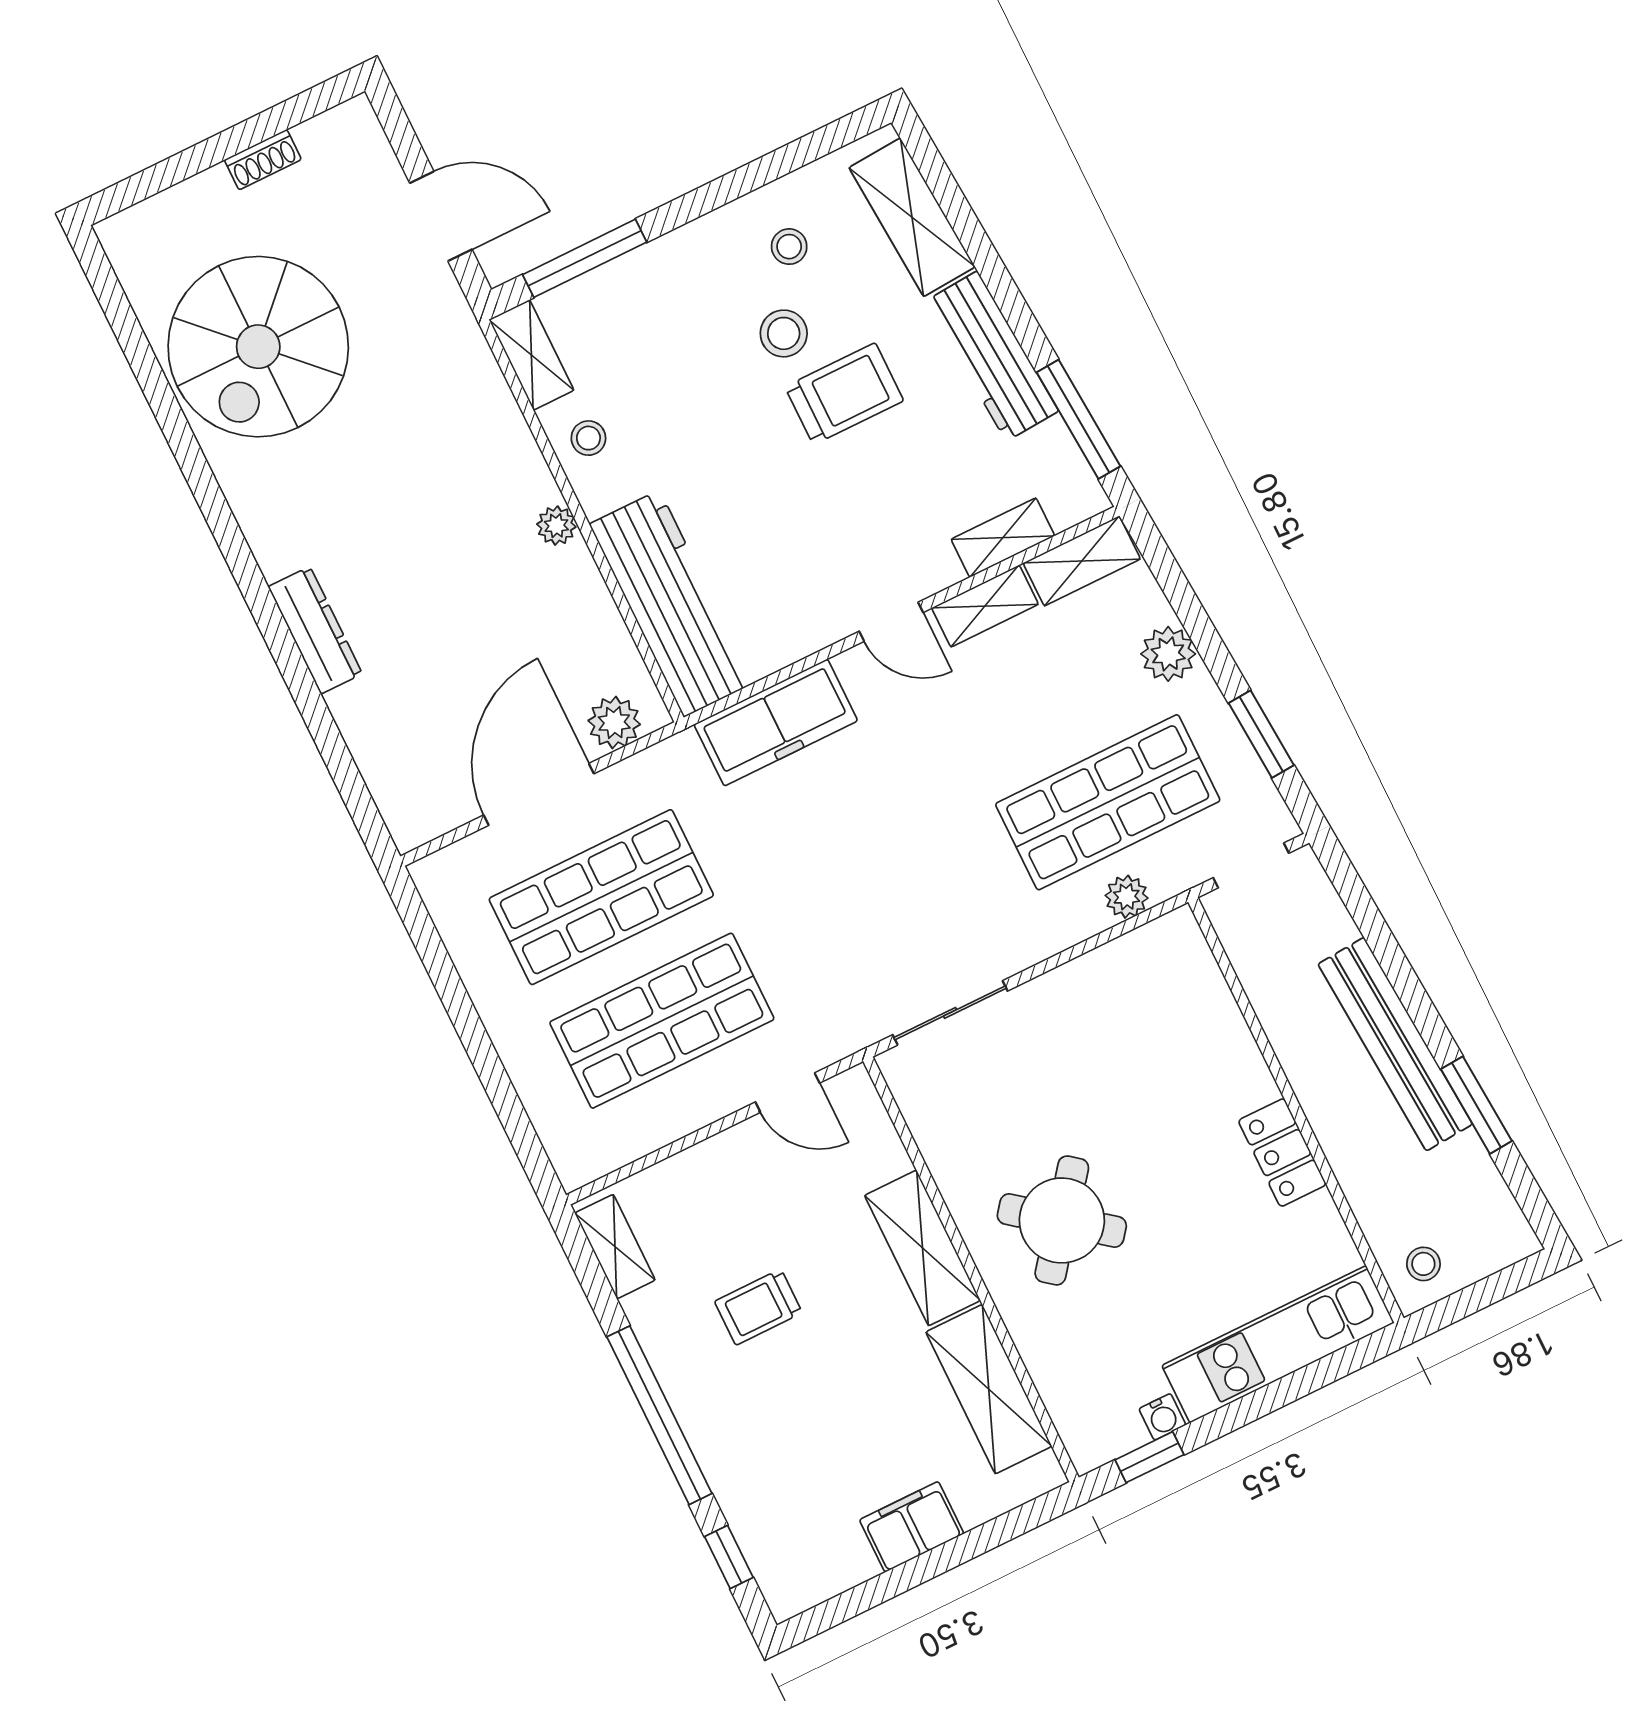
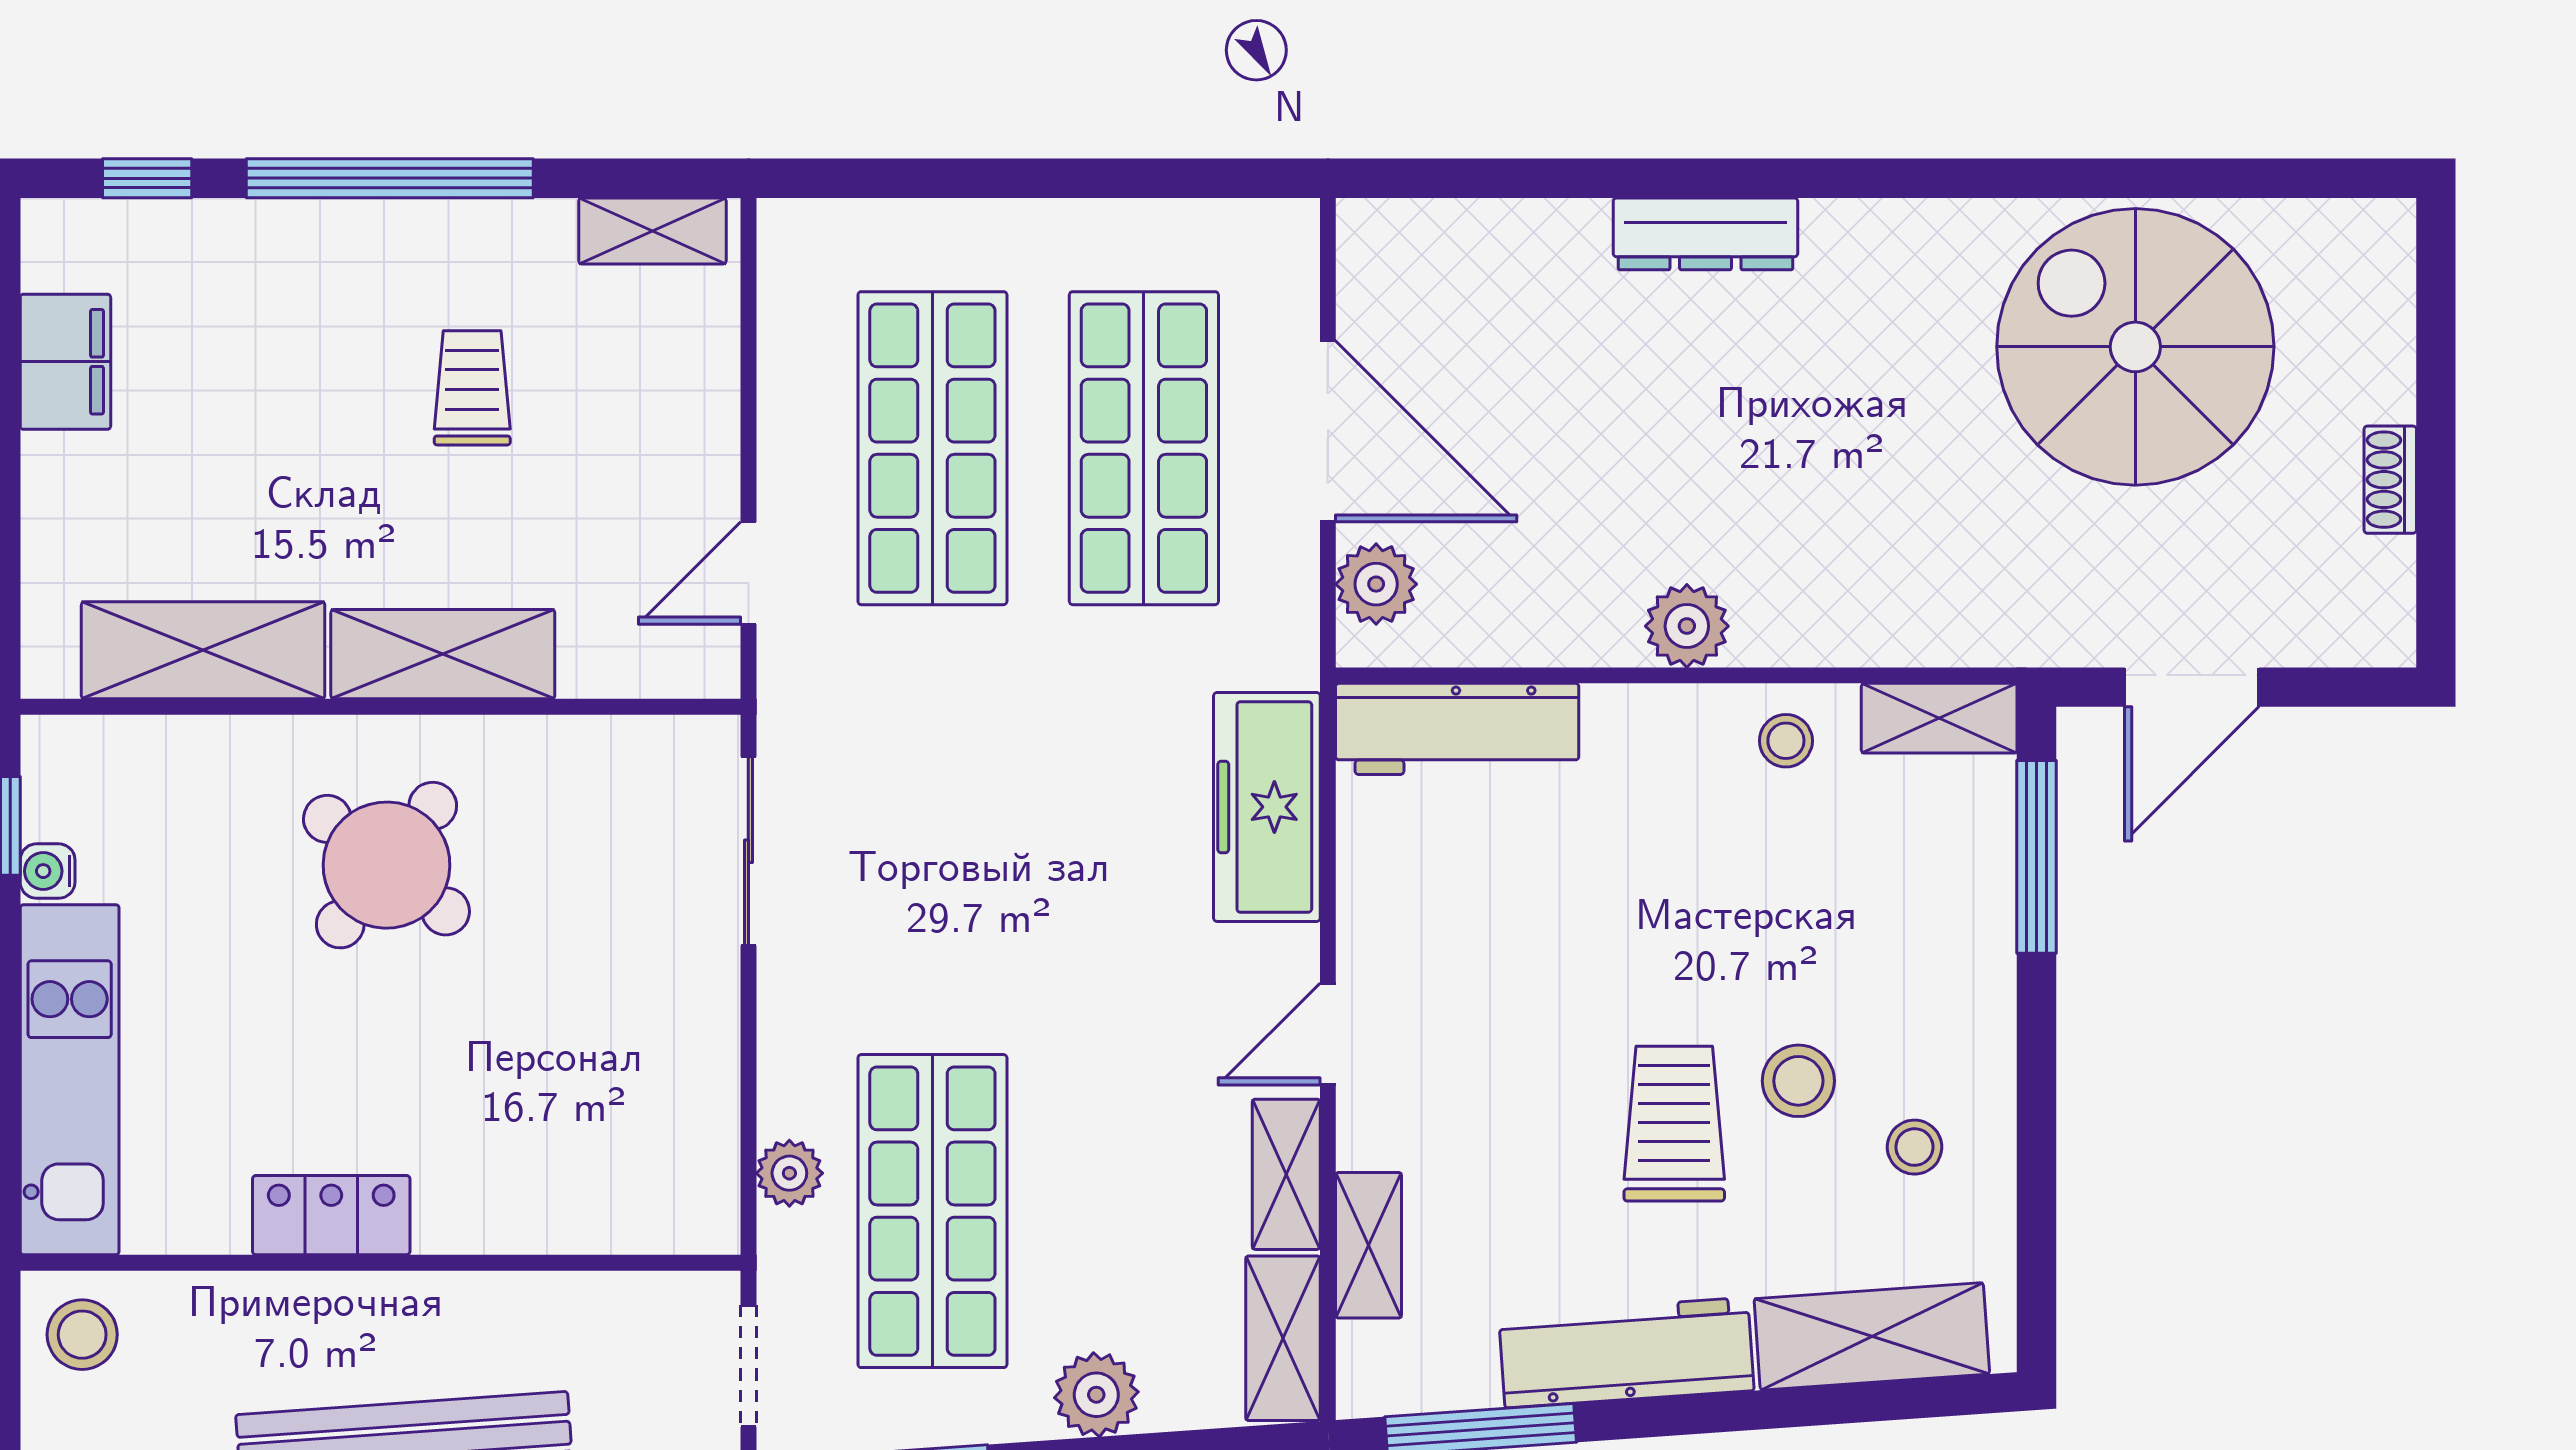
trolley: (844, 394) -> (1674, 1124), turned 180
plant: (556, 526) -> (1687, 626), width x1.38, depth x1.38
workbench: (672, 604) -> (1457, 729), width x0.73, depth x0.76
stool: (1423, 1264) -> (82, 1335), width x1.37, depth x1.37
filing cabinet: (912, 1527) -> (65, 362), moved

